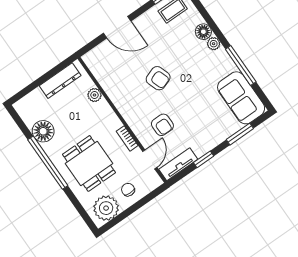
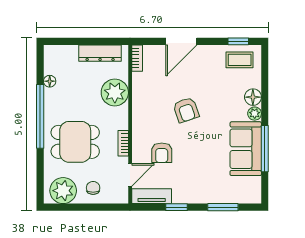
door: (117, 27) -> (181, 41), hinge flipped
bookcase: (92, 64) -> (137, 58), added
plant: (95, 95) -> (115, 93), width x1.88, depth x1.88
sofa: (241, 98) -> (246, 149), moved
floor lamp: (43, 131) -> (50, 81), width x0.53, depth x0.53
dining table: (89, 163) -> (75, 142), turned 90

